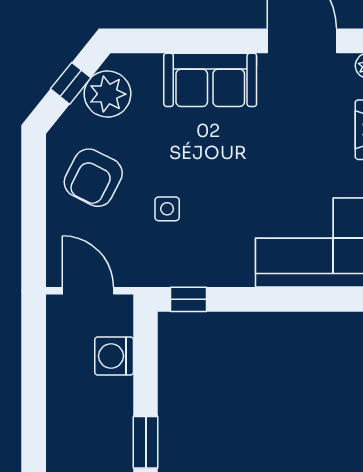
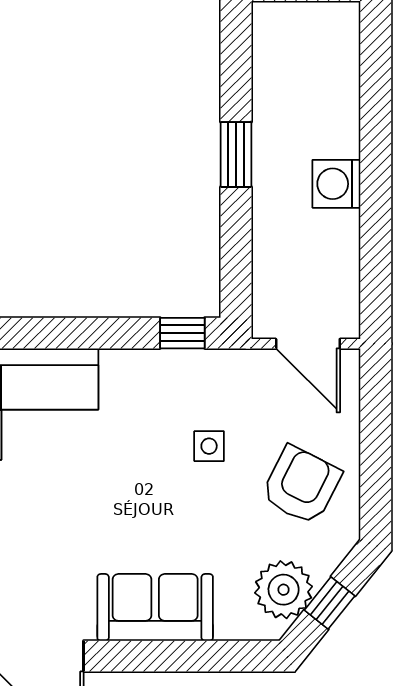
washing machine: (114, 356) -> (336, 184), moved, turned 180

